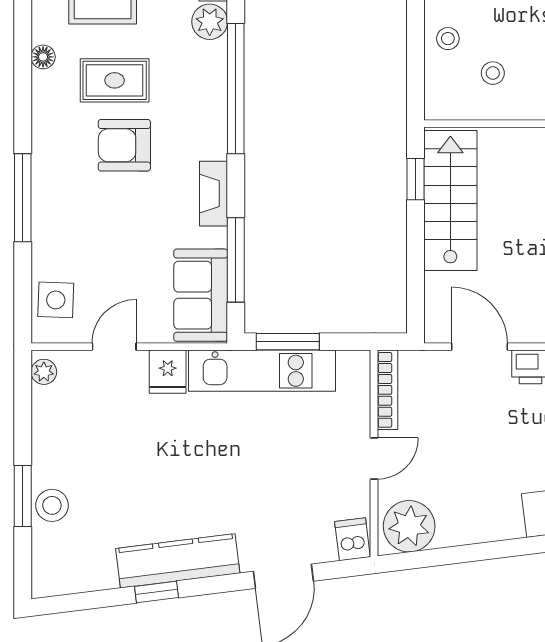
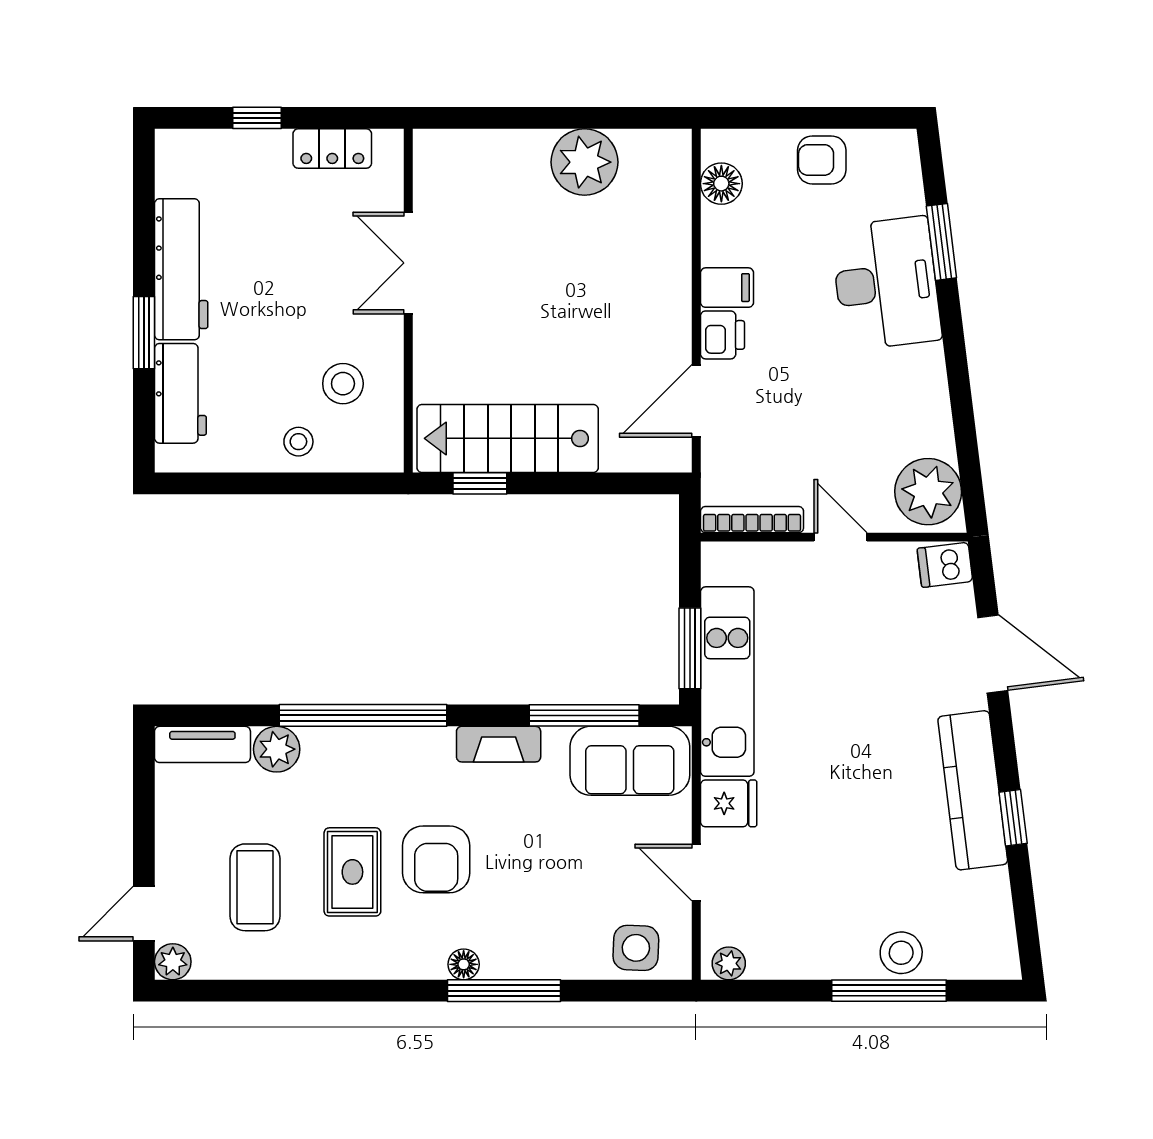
floor lamp: (43, 57) -> (464, 964), moved
stool: (493, 73) -> (343, 384), width x1.37, depth x1.37
window: (23, 496) -> (889, 991), width x1.44

